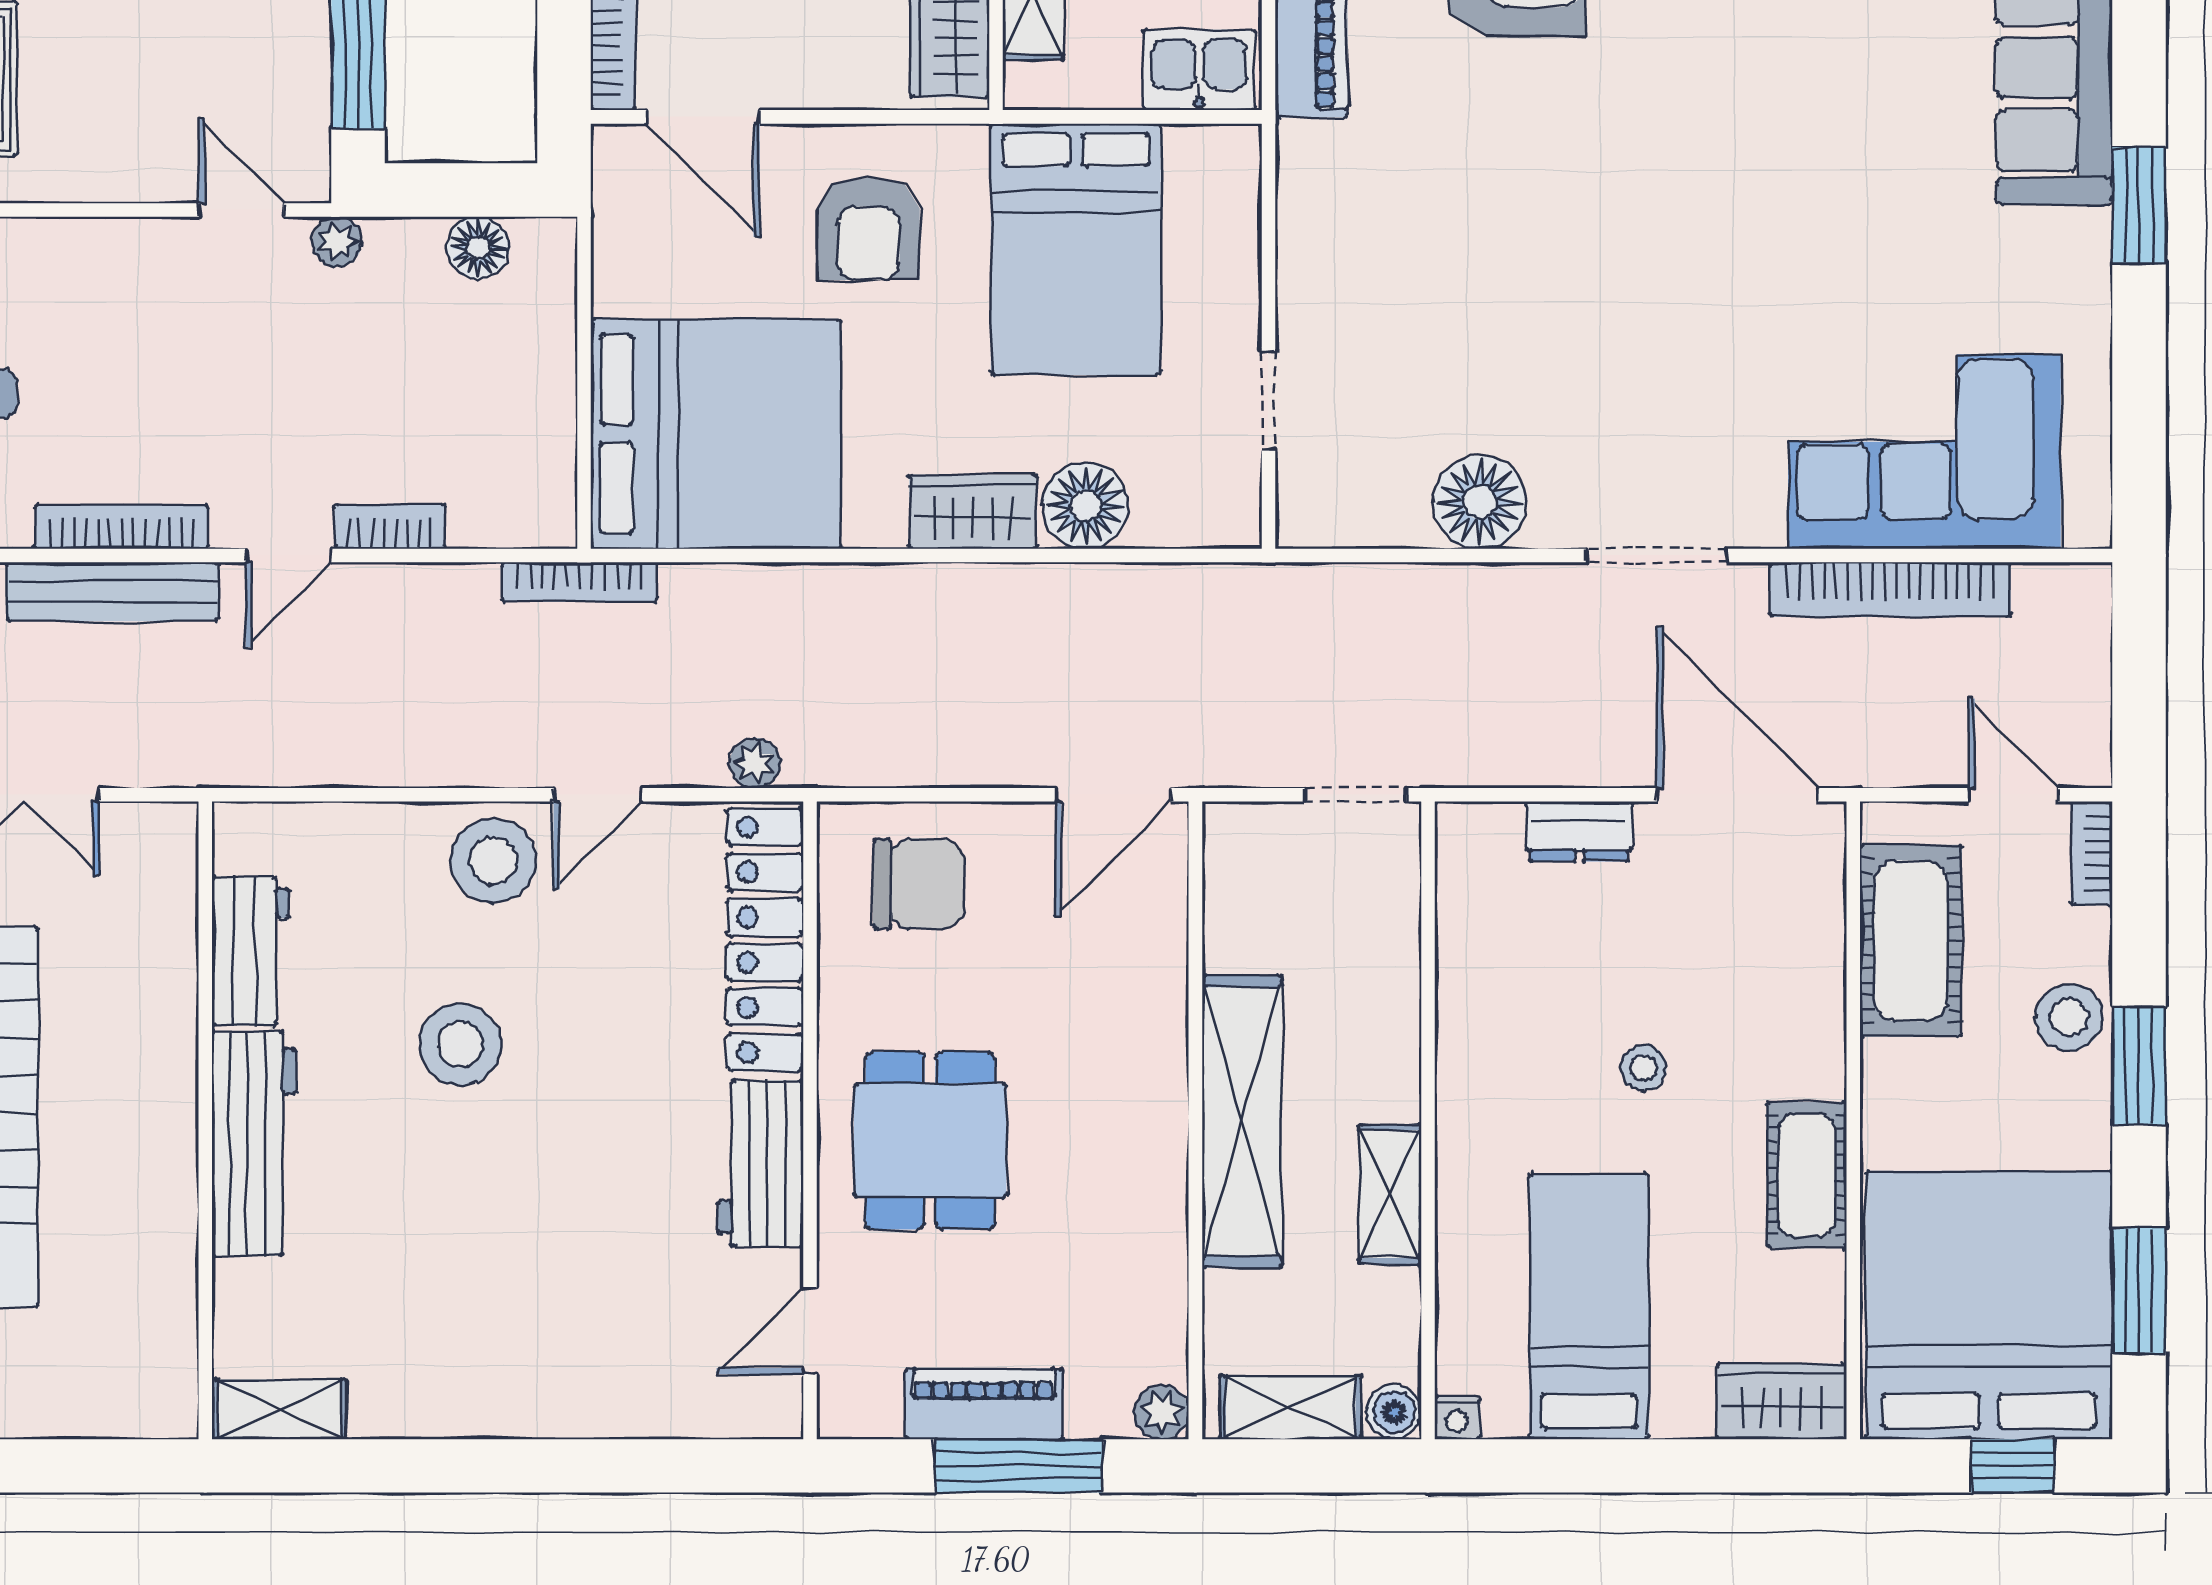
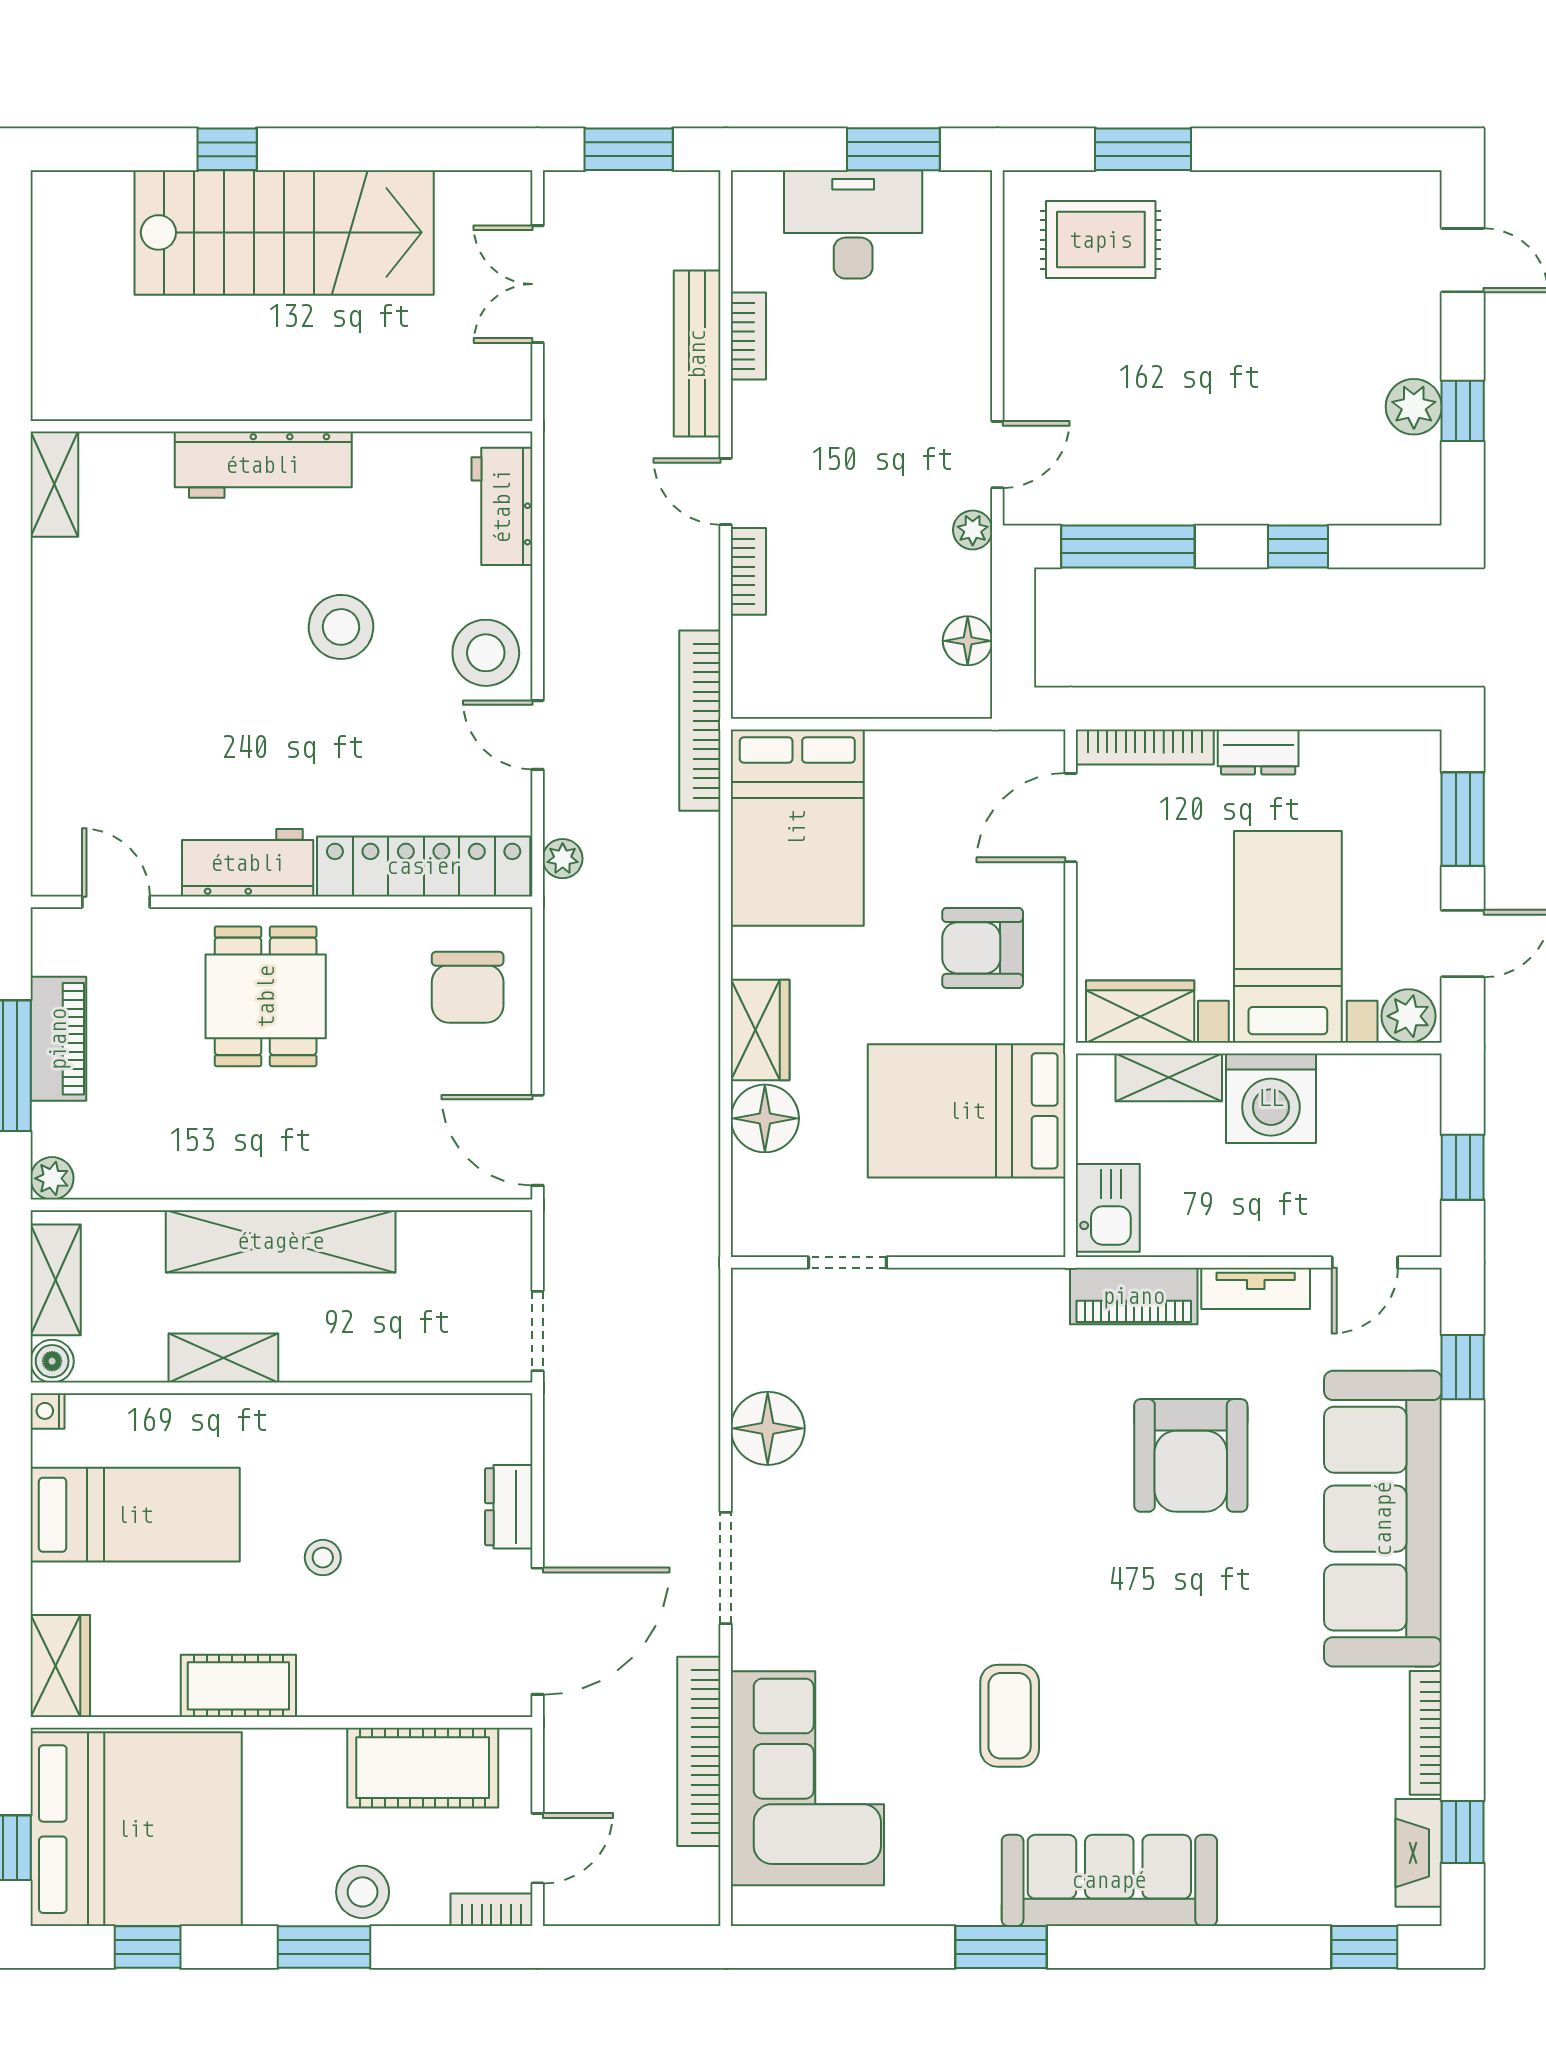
coffee table: (1845, 194) -> (1010, 1716), added
bed: (716, 434) -> (797, 828), width x0.73
bookcase: (122, 527) -> (748, 336), width x0.64
bookcase: (579, 582) -> (700, 721), width x1.48, depth x1.31
workbench: (250, 951) -> (502, 506), moved, turned 90
dining table: (930, 1141) -> (266, 996), turned 90
window: (2139, 1291) -> (148, 1947), width x0.67

